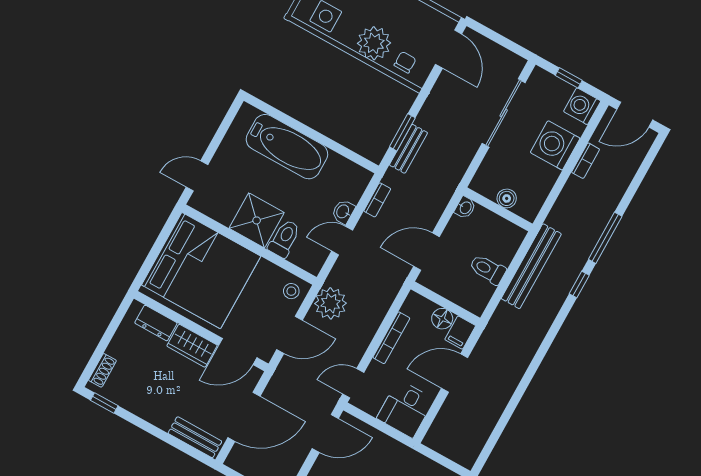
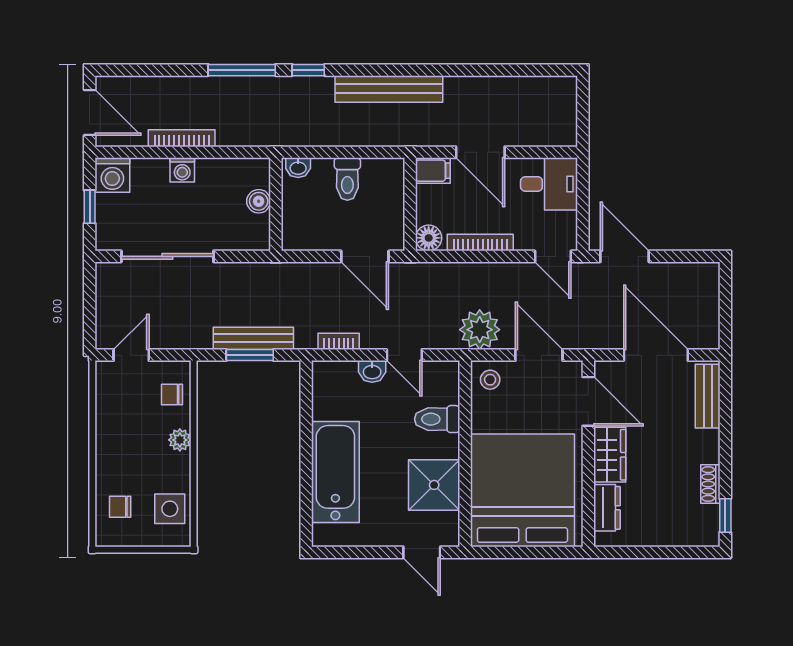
plant: (374, 43) -> (180, 440), width x0.53, depth x0.53
door: (449, 49) -> (131, 355), width x0.73
washing machine: (555, 145) -> (182, 170), width x0.53, depth x0.53
bench: (408, 149) -> (253, 338), width x1.36
bookcase: (586, 161) -> (182, 138), width x1.56
washbasin: (465, 208) -> (298, 168), moved, turned 180
shower: (257, 220) -> (434, 485), moved
bench: (531, 266) -> (389, 89), moved
floor lamp: (442, 319) -> (429, 238), moved
shoe rack: (102, 370) -> (710, 484), moved, turned -90

